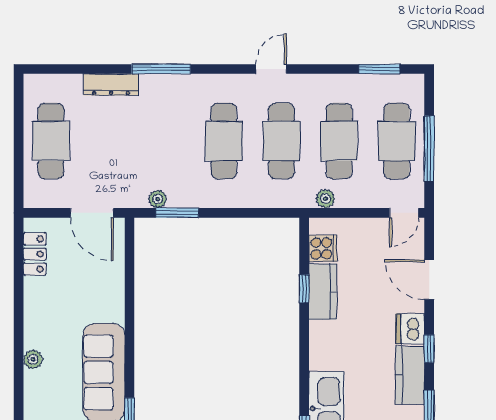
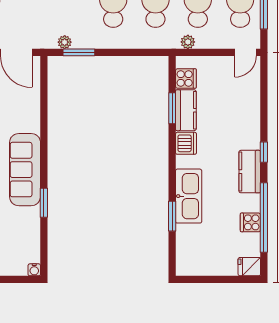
door: (429, 280) -> (264, 101), removed
window: (304, 289) -> (172, 108), width x1.50
dishwasher: (410, 329) -> (186, 143), moved, turned 180

